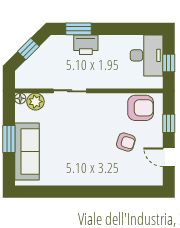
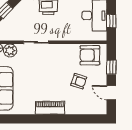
armchair: (141, 108) -> (90, 55), turned 180
piano: (88, 177) -> (50, 108), added

